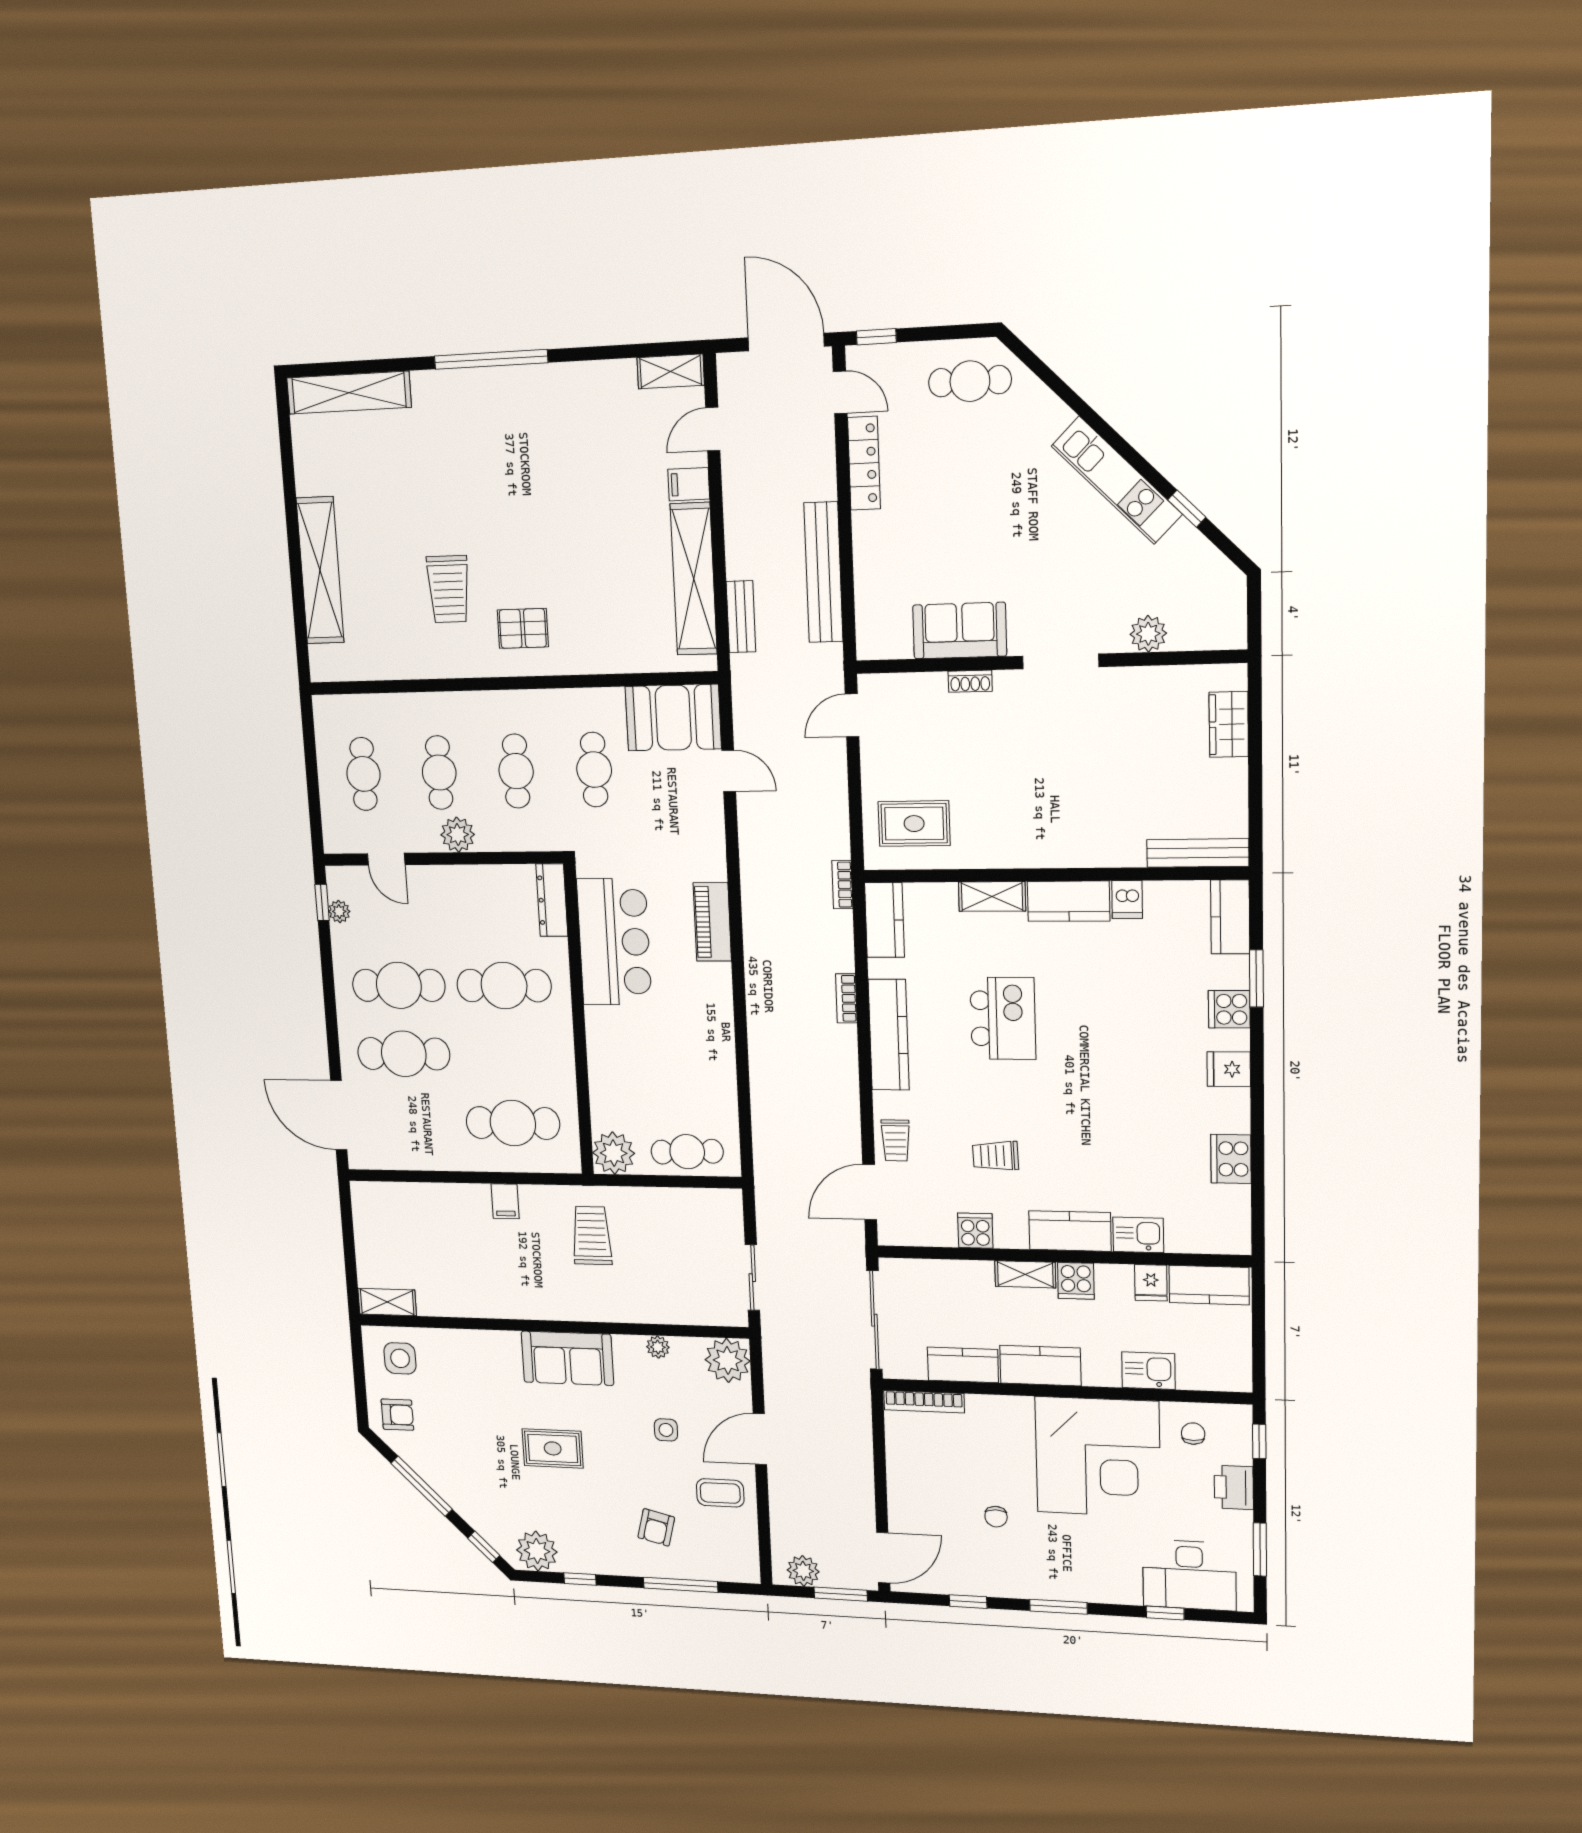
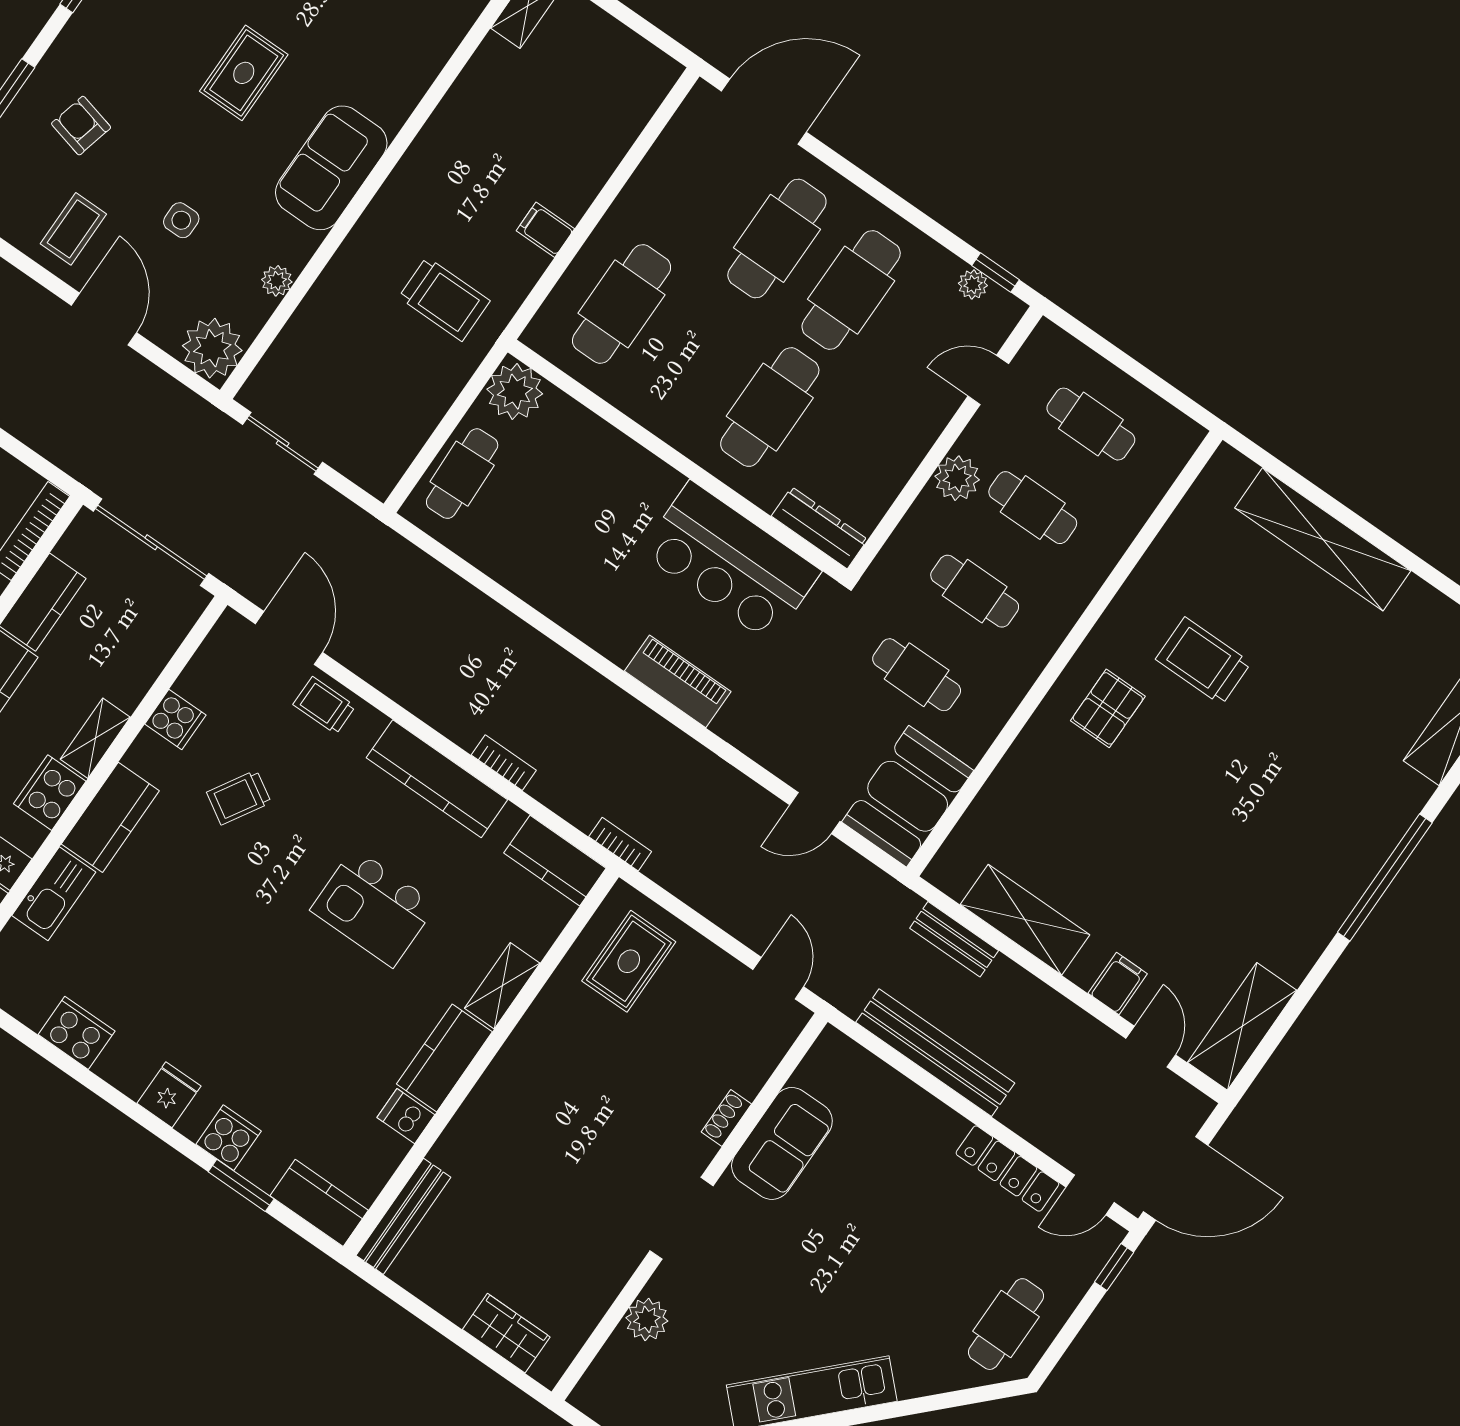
shelving: (671, 371) -> (1242, 1026), width x1.50, depth x1.33
shelving: (694, 579) -> (1025, 920), width x0.68
trolley: (995, 1156) -> (239, 797), turned -147
kitchen sink: (1138, 1235) -> (54, 894), width x1.38
cooker: (1076, 1281) -> (50, 793), width x1.36

